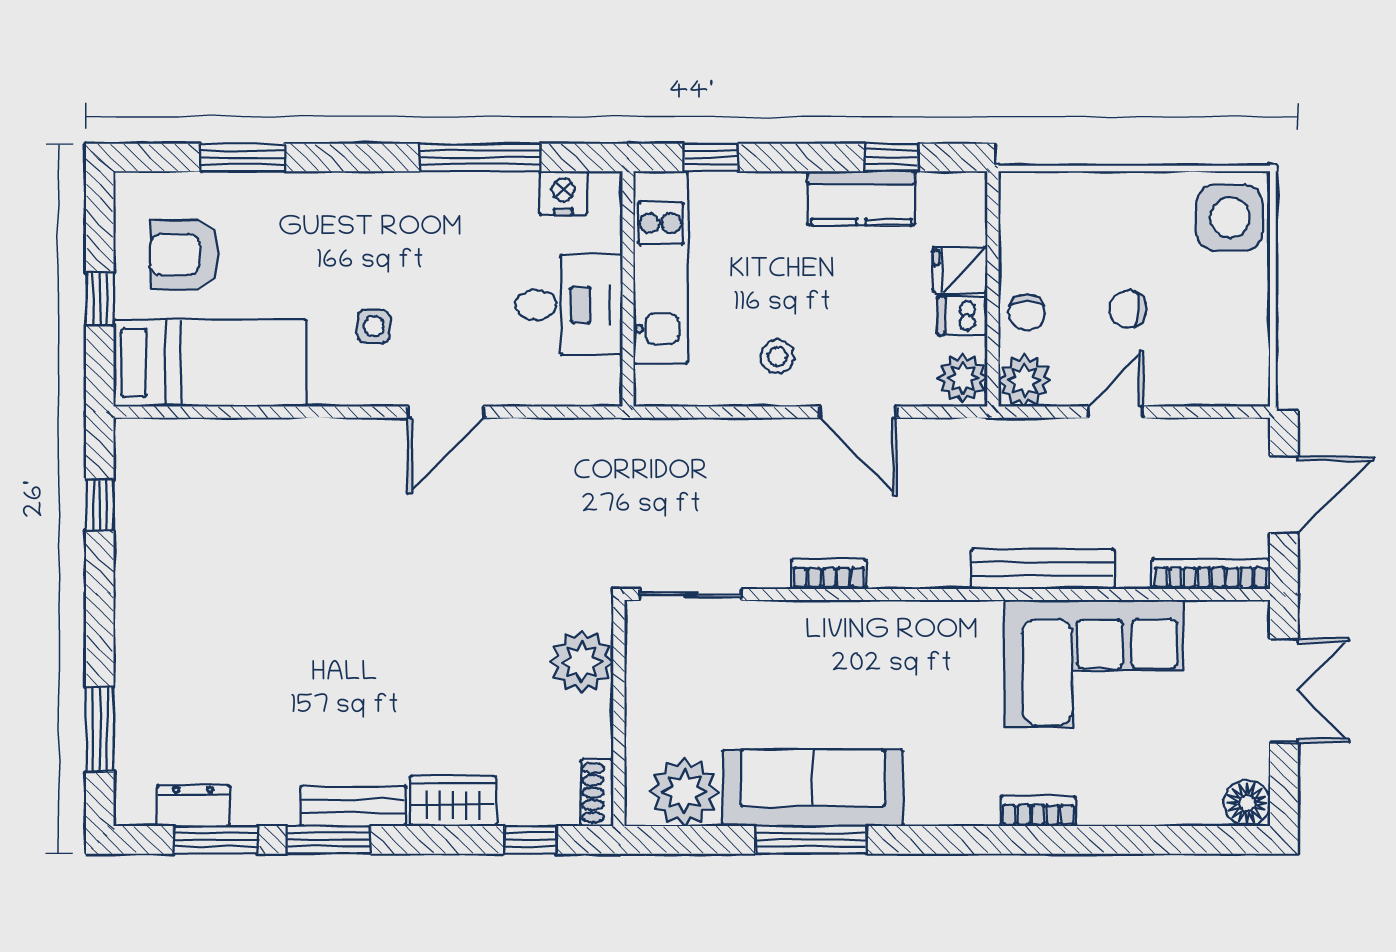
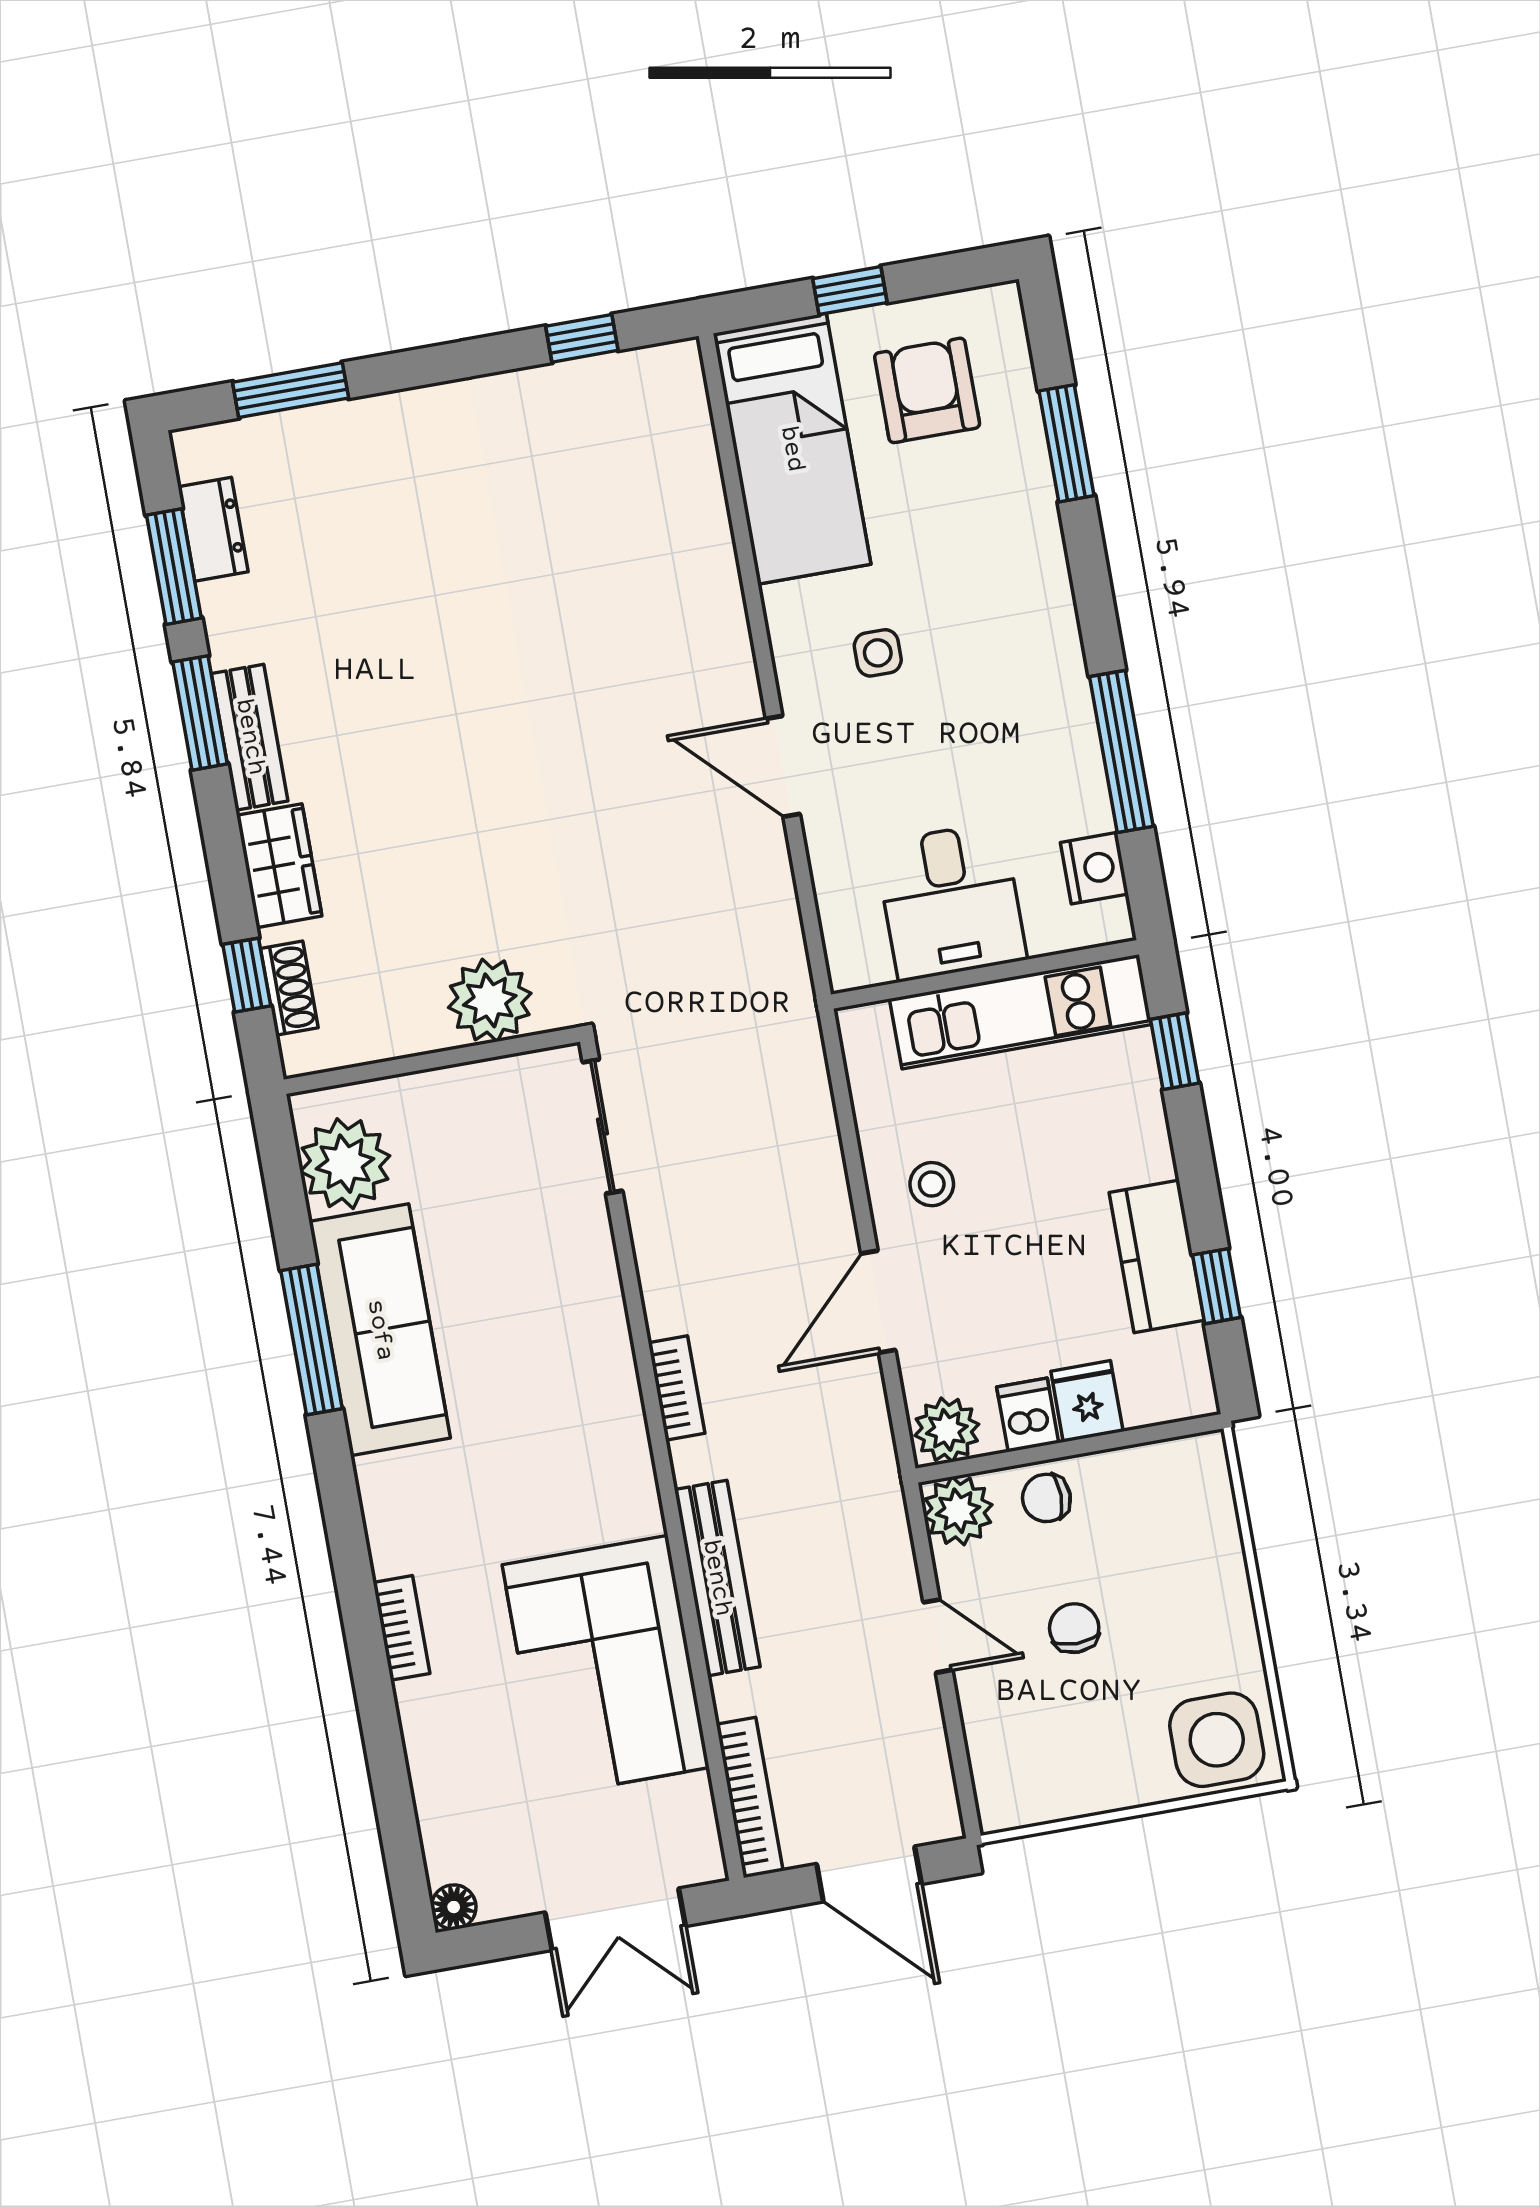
bookcase: (829, 574) -> (677, 1388), moved
shoe rack: (597, 793) -> (289, 988), moved, turned 90
floor lamp: (1247, 803) -> (454, 1907), width x0.73, depth x0.73

